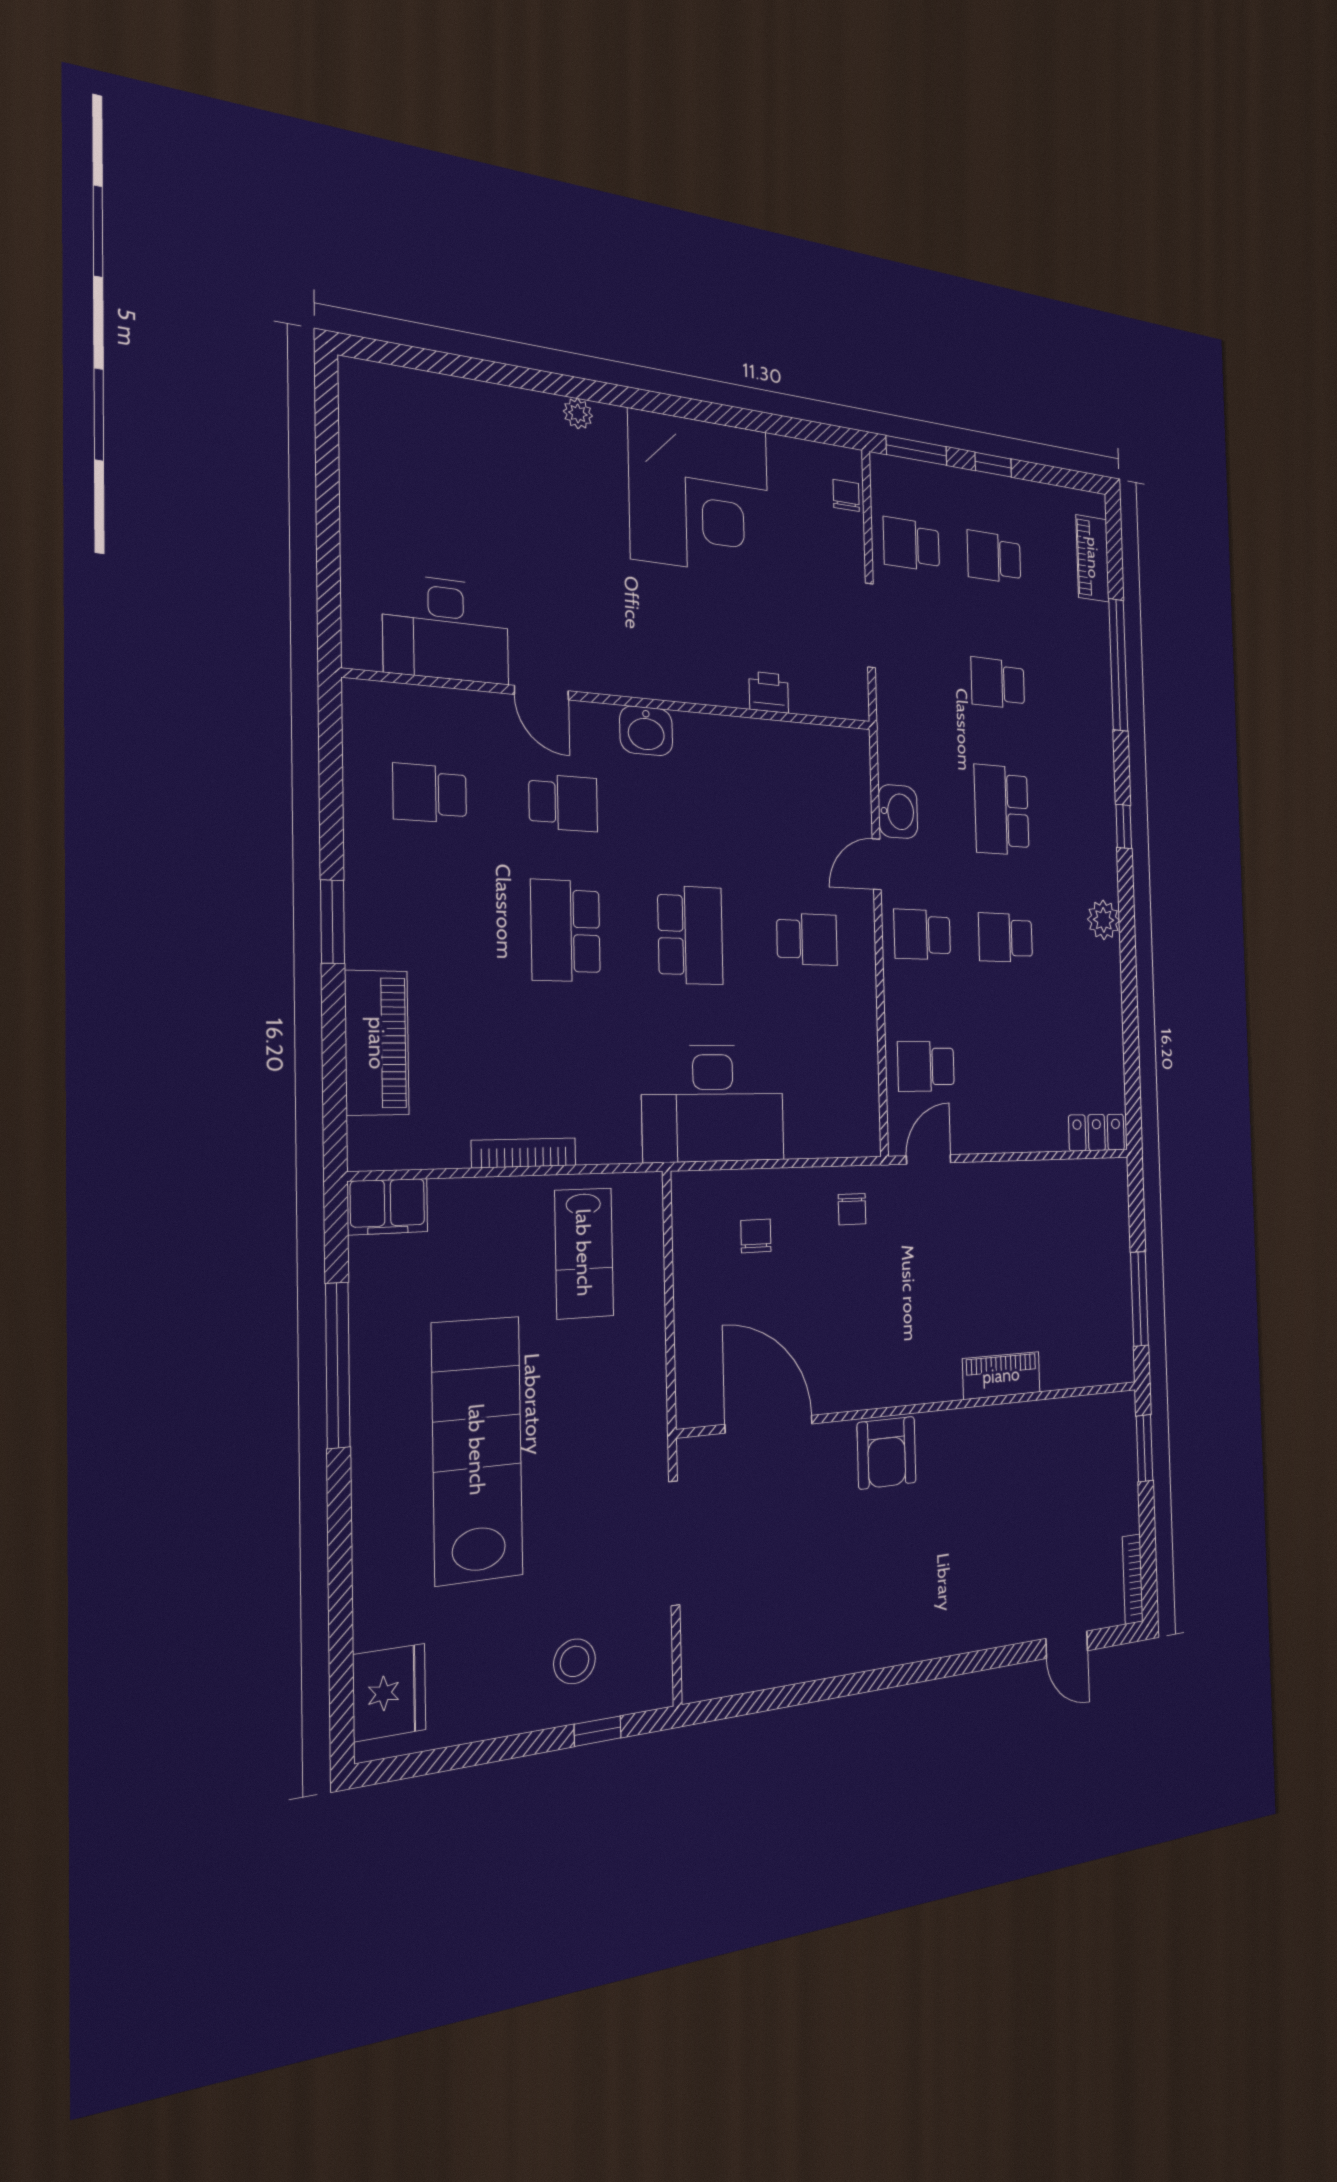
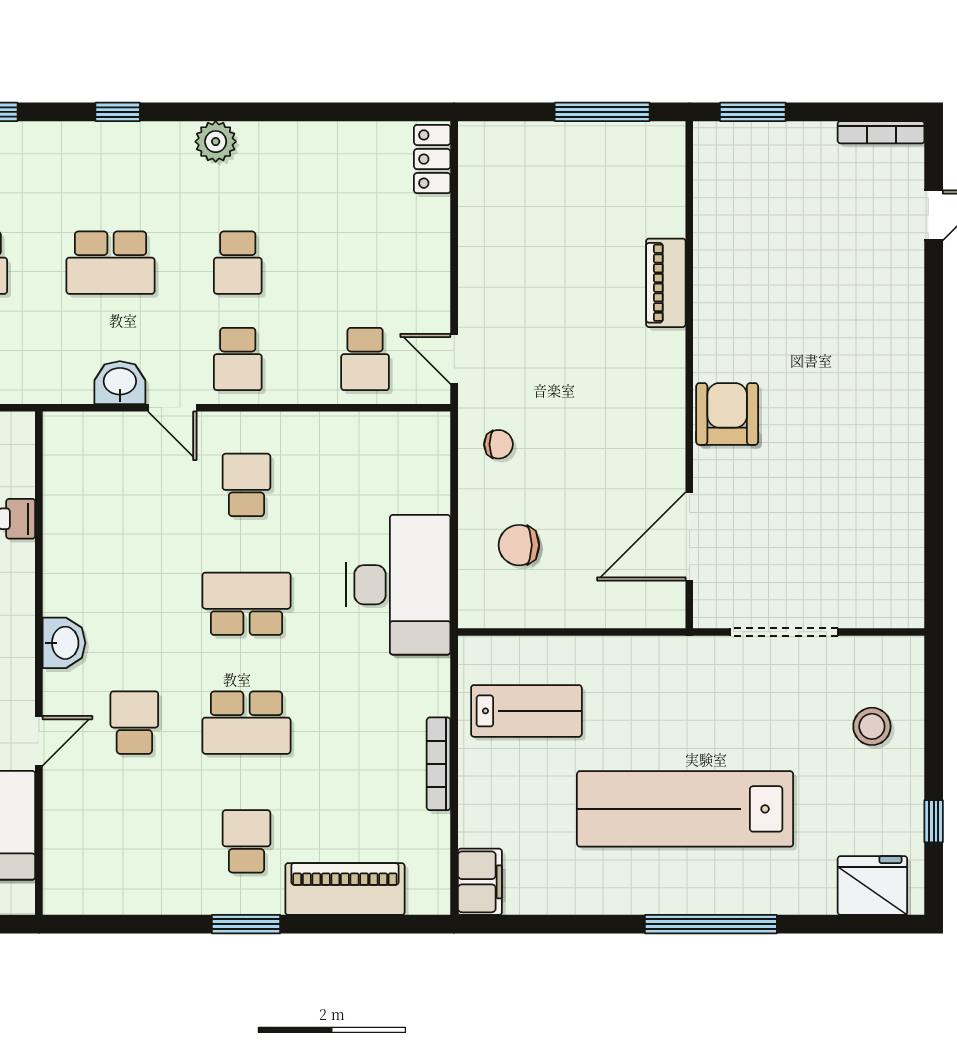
school desk: (430, 793) -> (246, 841), moved, turned 180
chair: (756, 1236) -> (519, 545), width x1.37, depth x1.37
window: (338, 1365) -> (711, 924), moved
armchair: (887, 1453) -> (727, 414), turned -90
window: (598, 1731) -> (934, 821), moved

